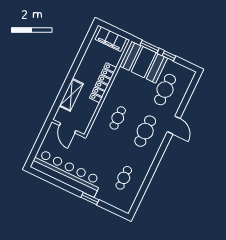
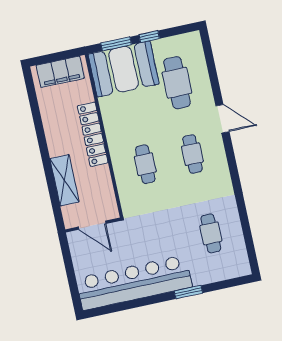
cafe table: (145, 131) -> (192, 154), width x0.73, depth x0.74

